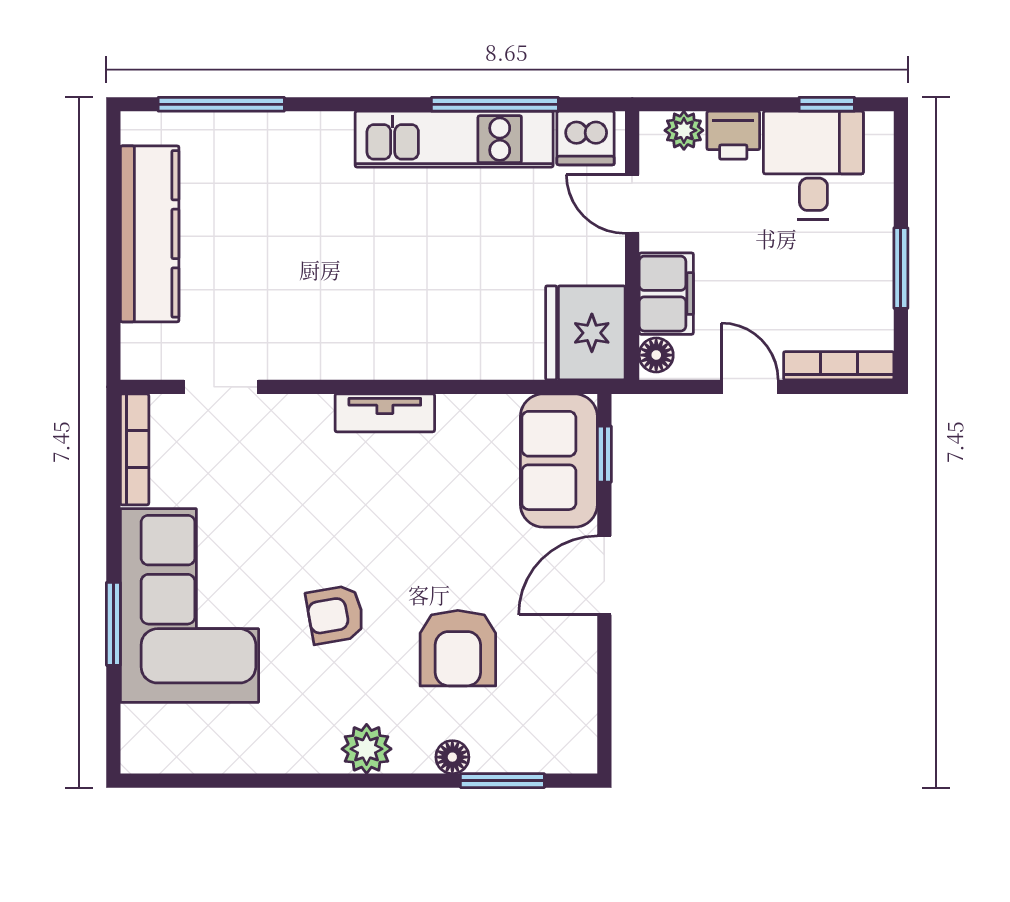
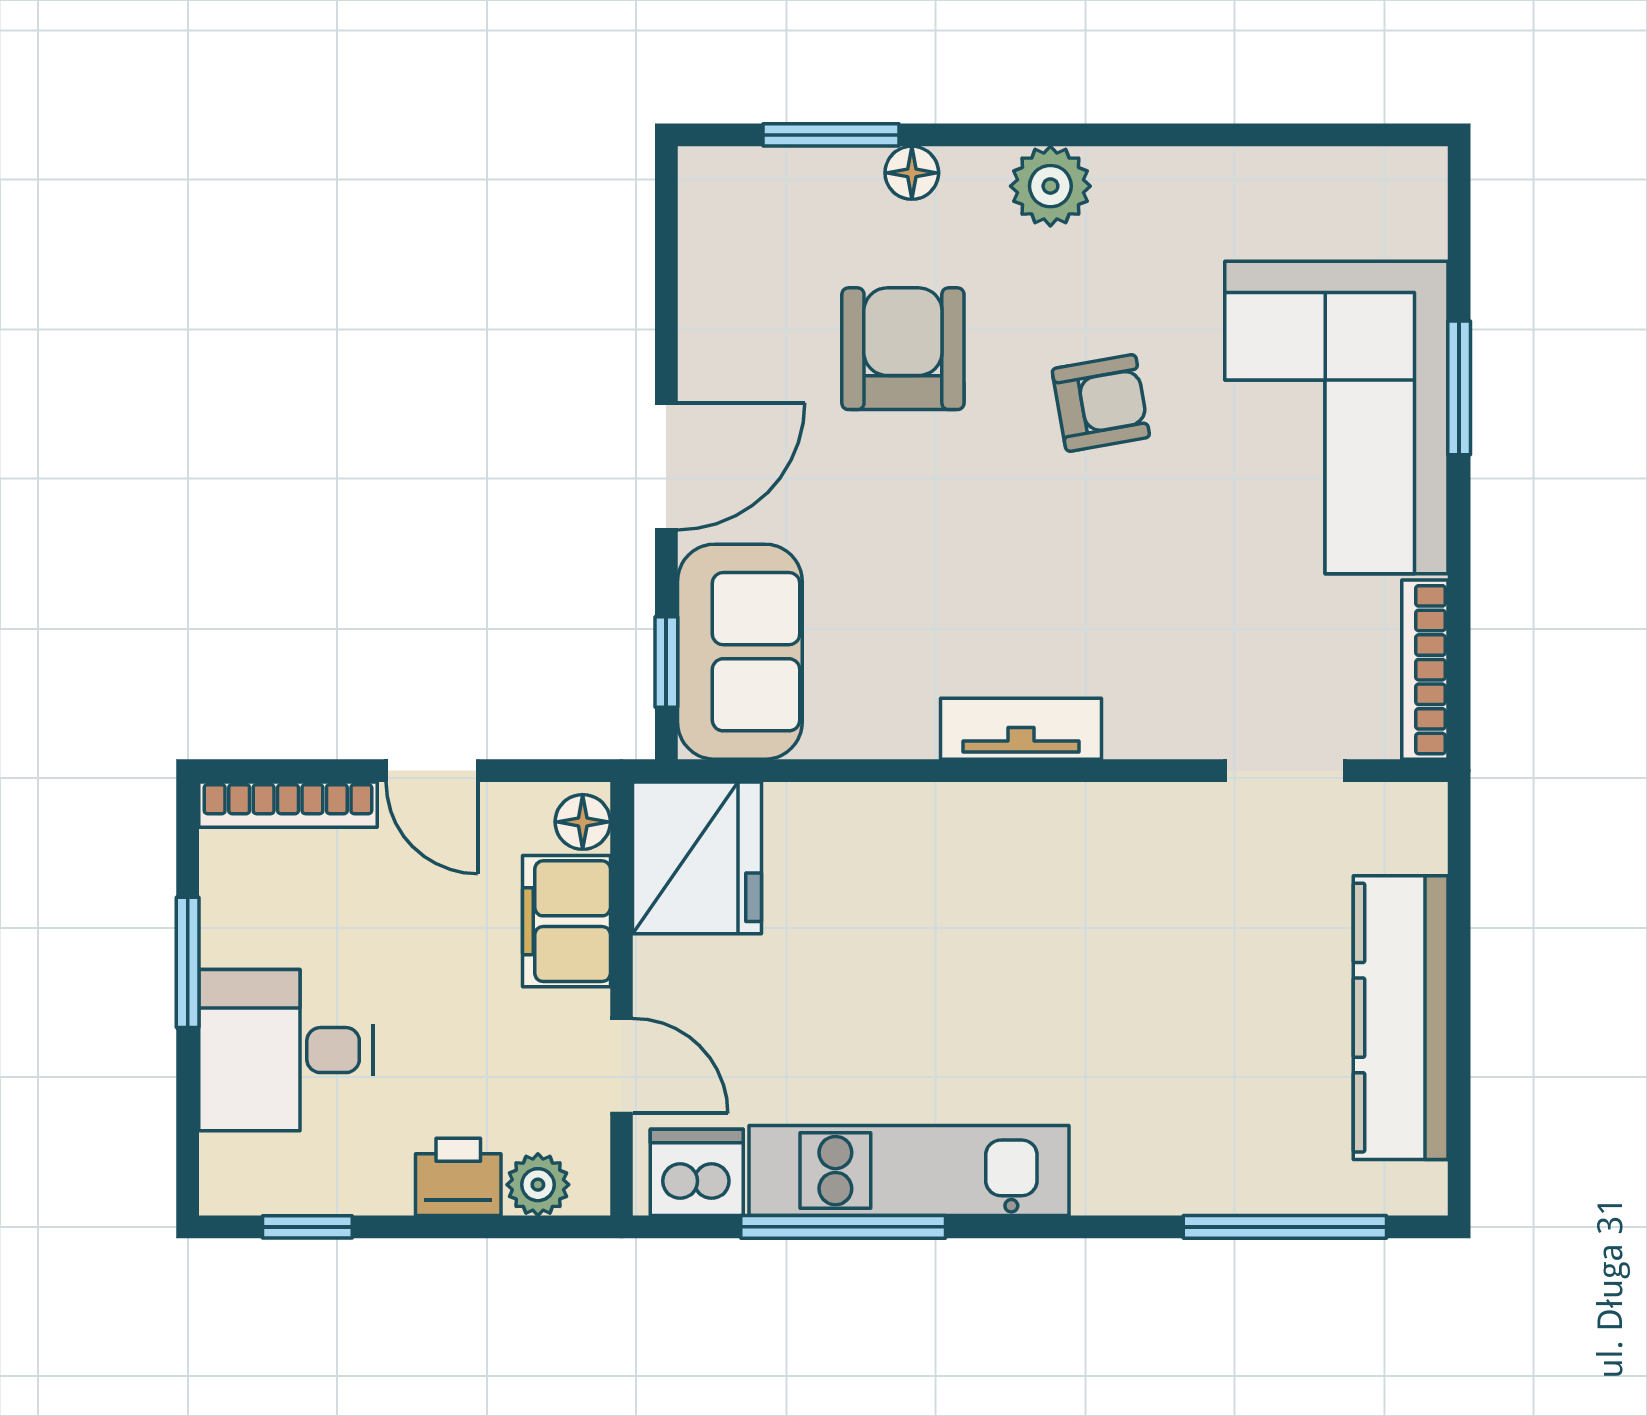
desk: (813, 165) -> (286, 1050), moved, turned 90

